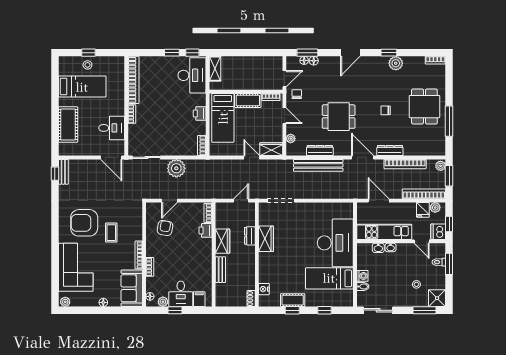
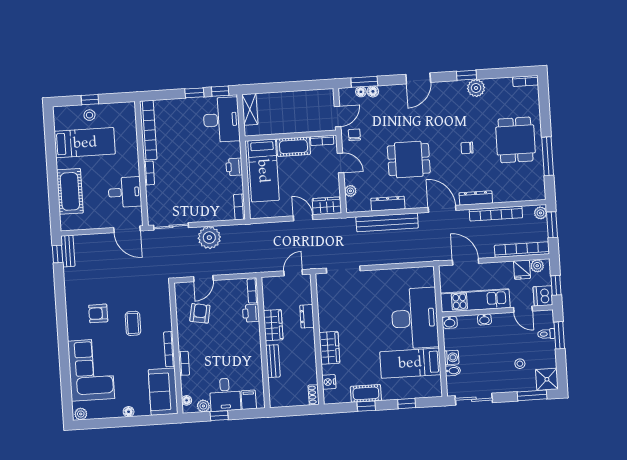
armchair: (84, 223) -> (98, 313), width x0.53, depth x0.53
wardrobe: (266, 239) -> (329, 348), moved
washbasin: (378, 248) -> (450, 322), moved

